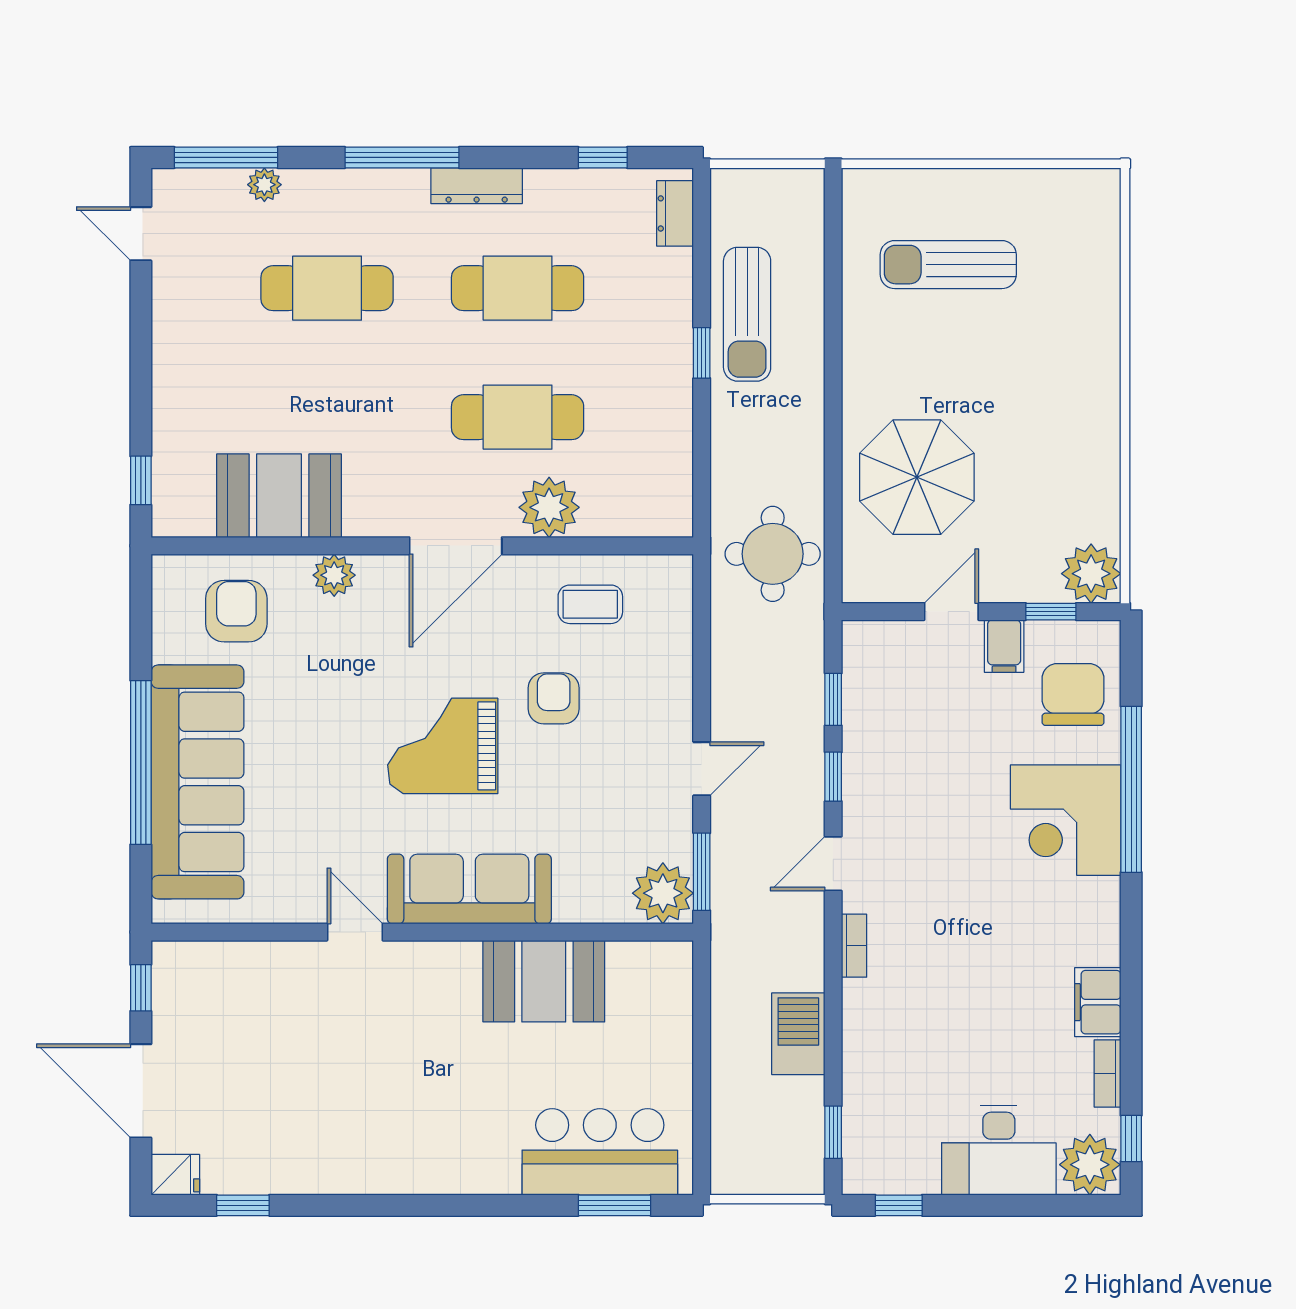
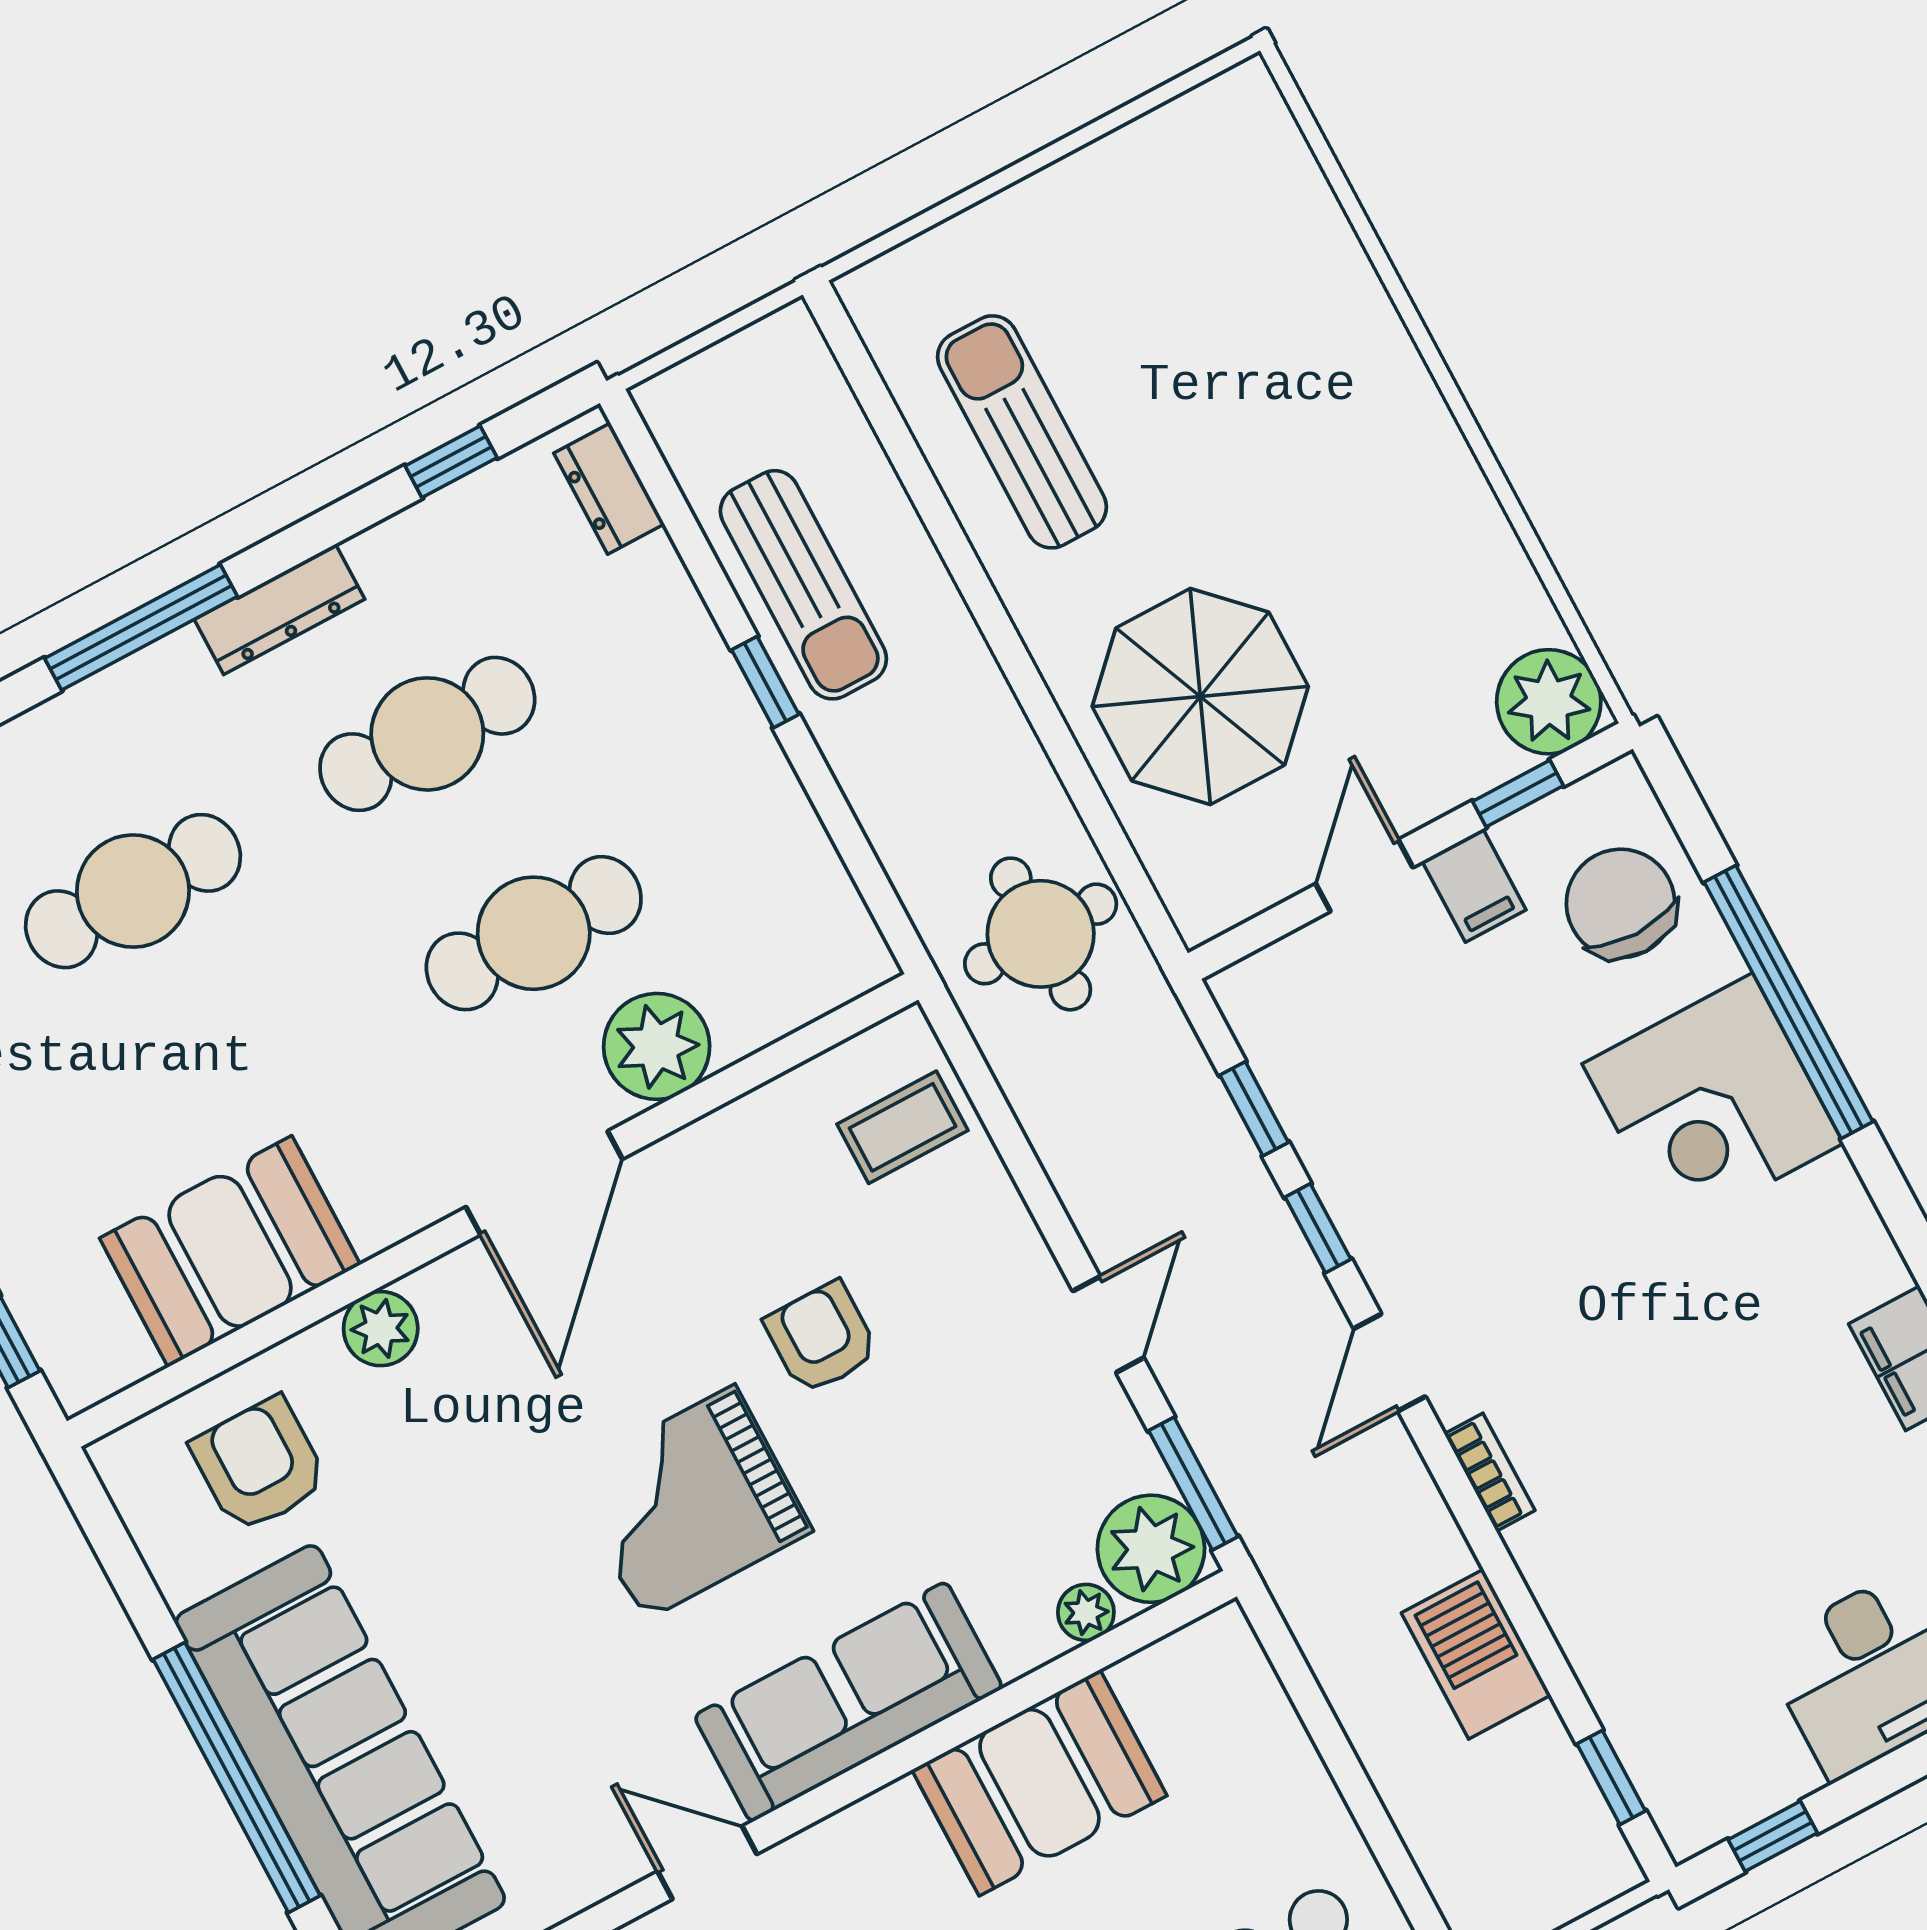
sun lounger: (948, 265) -> (1022, 432), moved, turned 90
coffee table: (590, 604) -> (903, 1127), moved
plant: (613, 908) -> (1086, 1612), added

